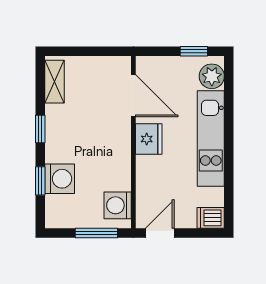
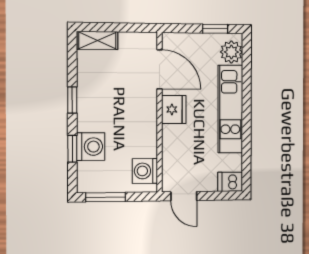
shelving: (54, 82) -> (97, 40), moved, turned 90
window: (96, 233) -> (105, 197), moved
door: (160, 233) -> (184, 196), swing flipped

